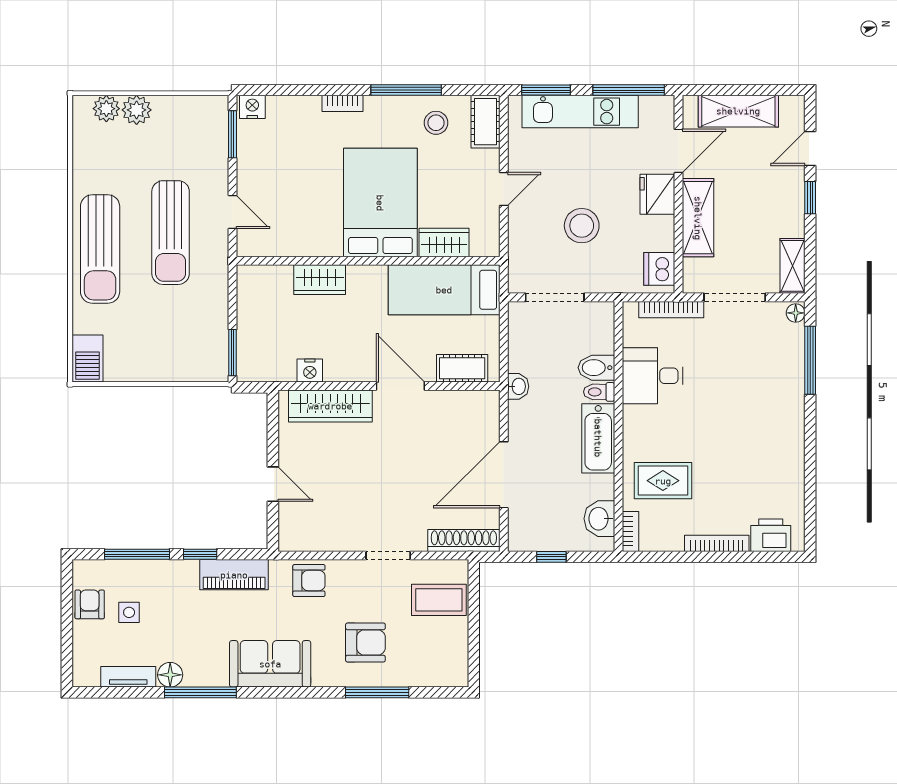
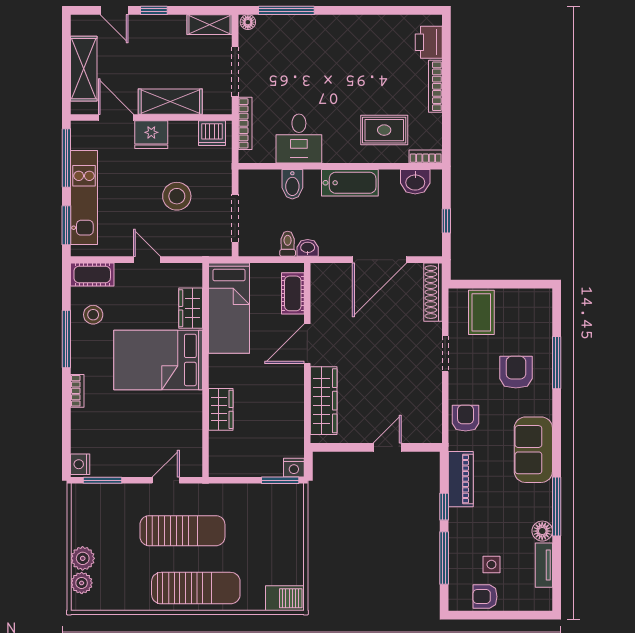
nightstand: (310, 371) -> (294, 468), moved, turned 90
toilet: (599, 392) -> (288, 244), moved, turned 180
door: (504, 475) -> (379, 260), hinge flipped
rug: (663, 481) -> (384, 130), turned 90

